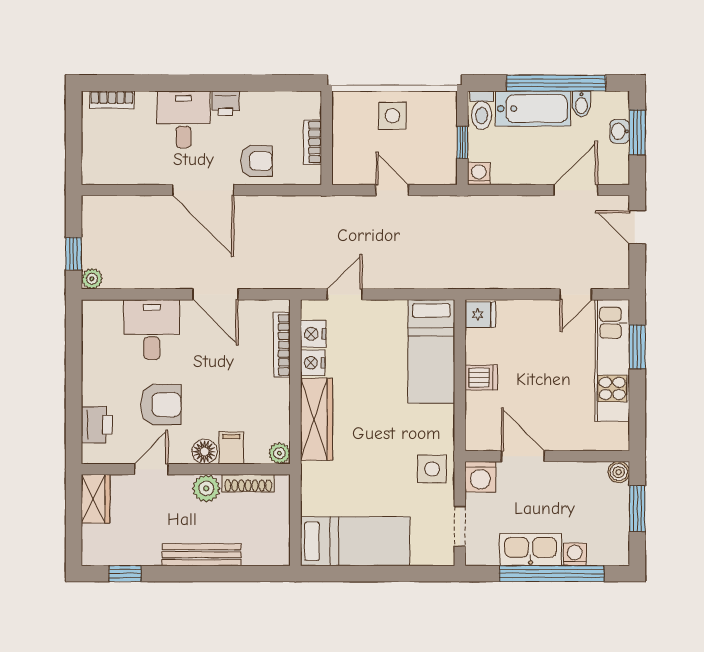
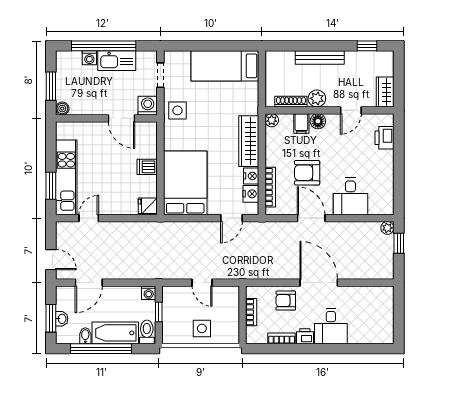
bookcase: (112, 100) -> (282, 338), moved
bed: (431, 351) -> (185, 183), width x1.50
armchair: (161, 404) -> (307, 173), moved

